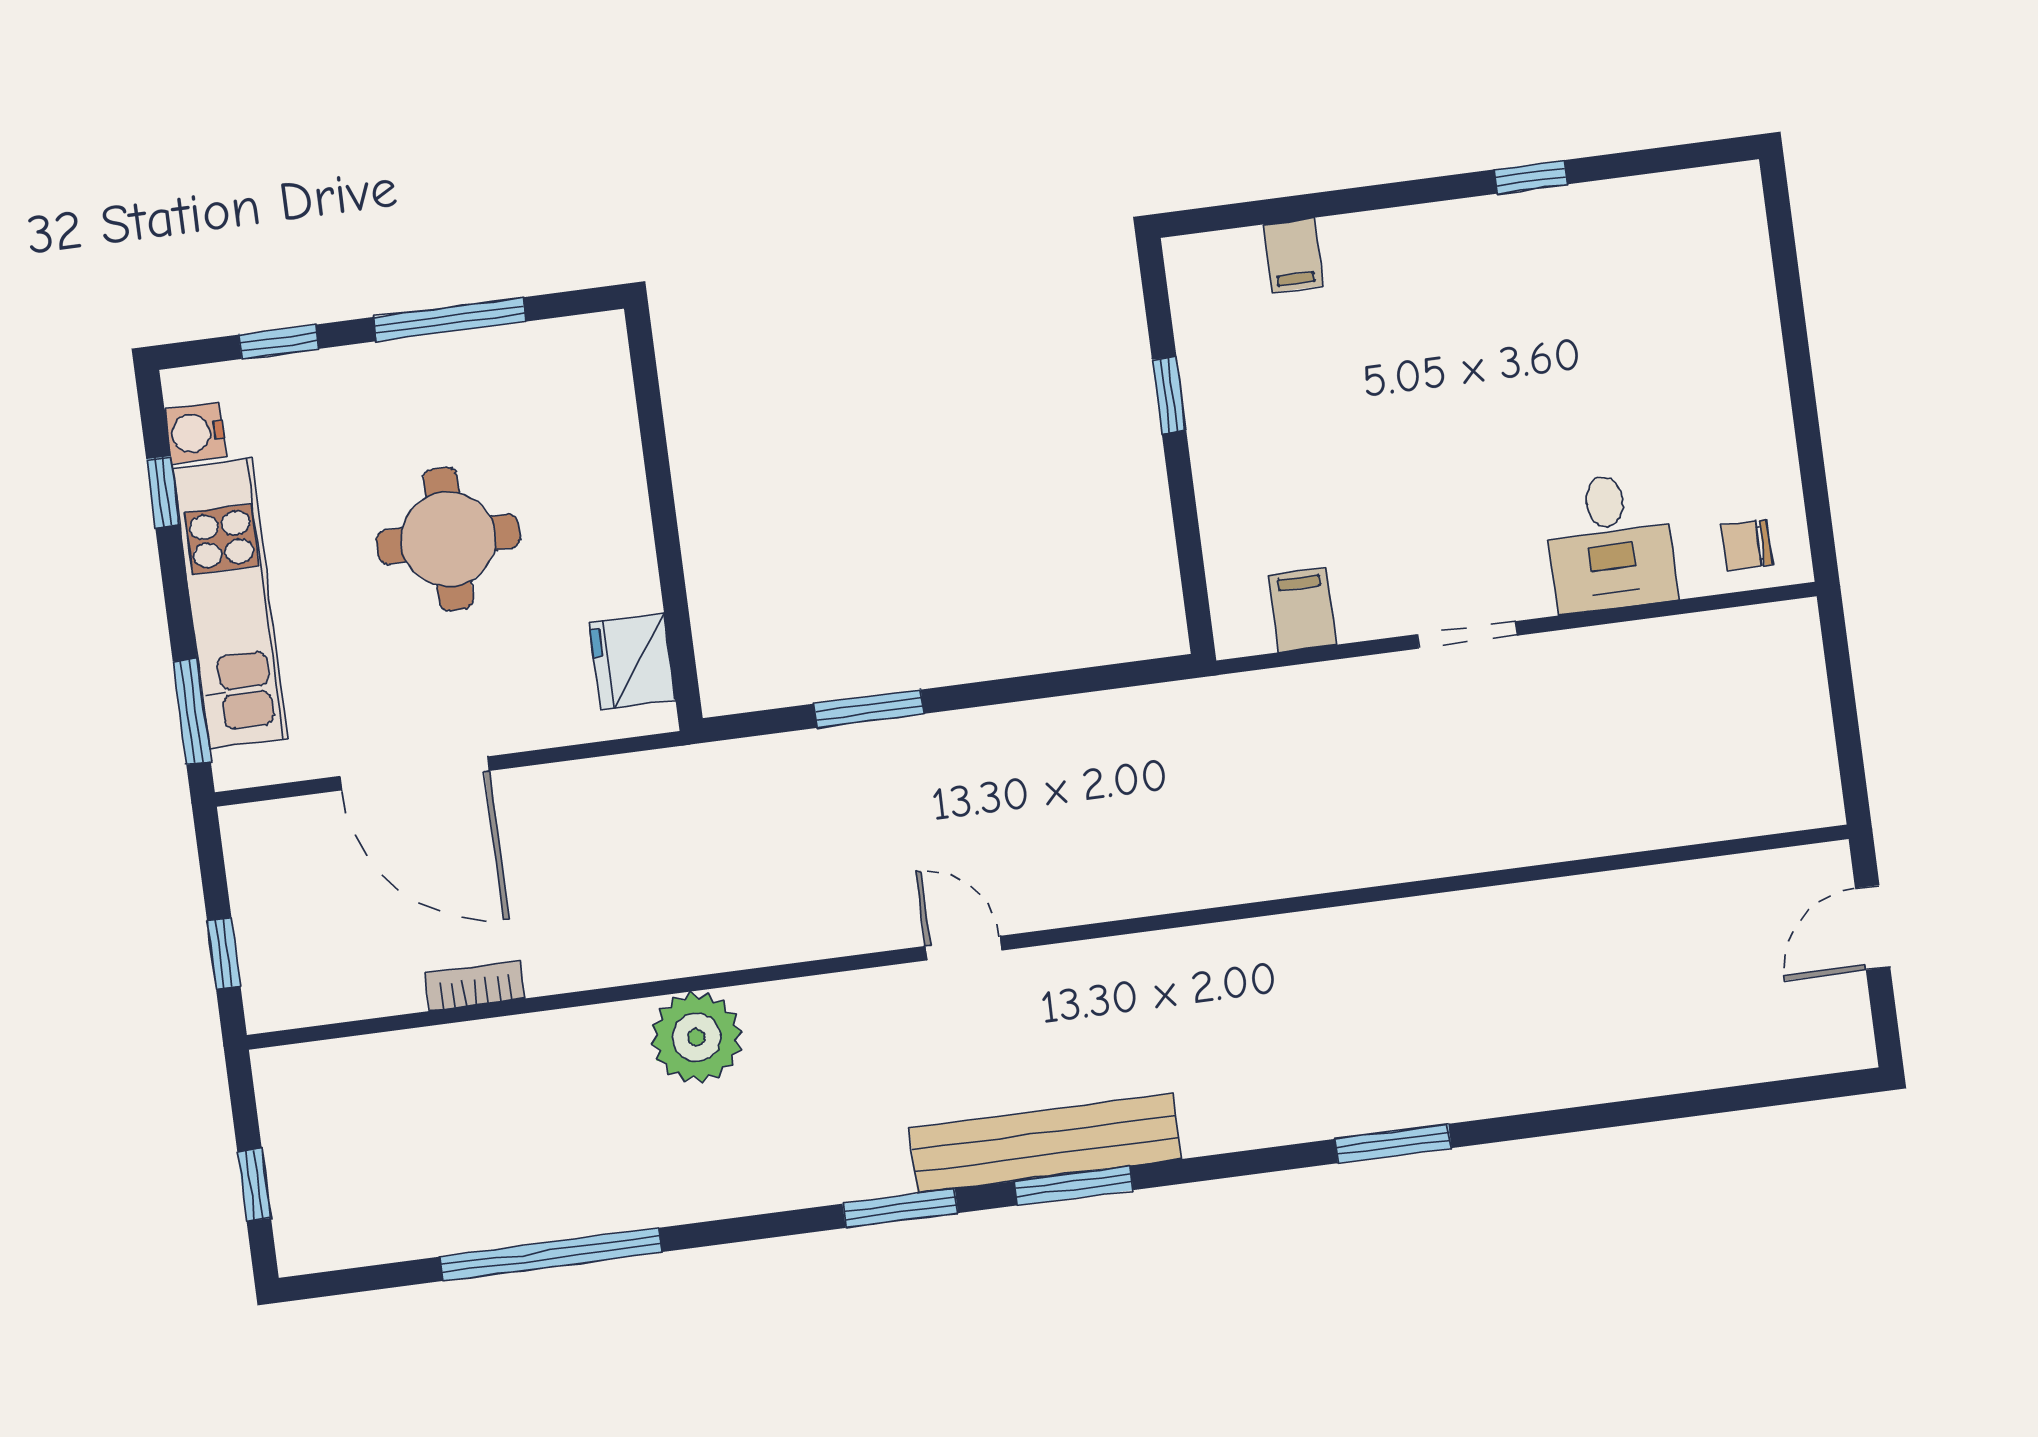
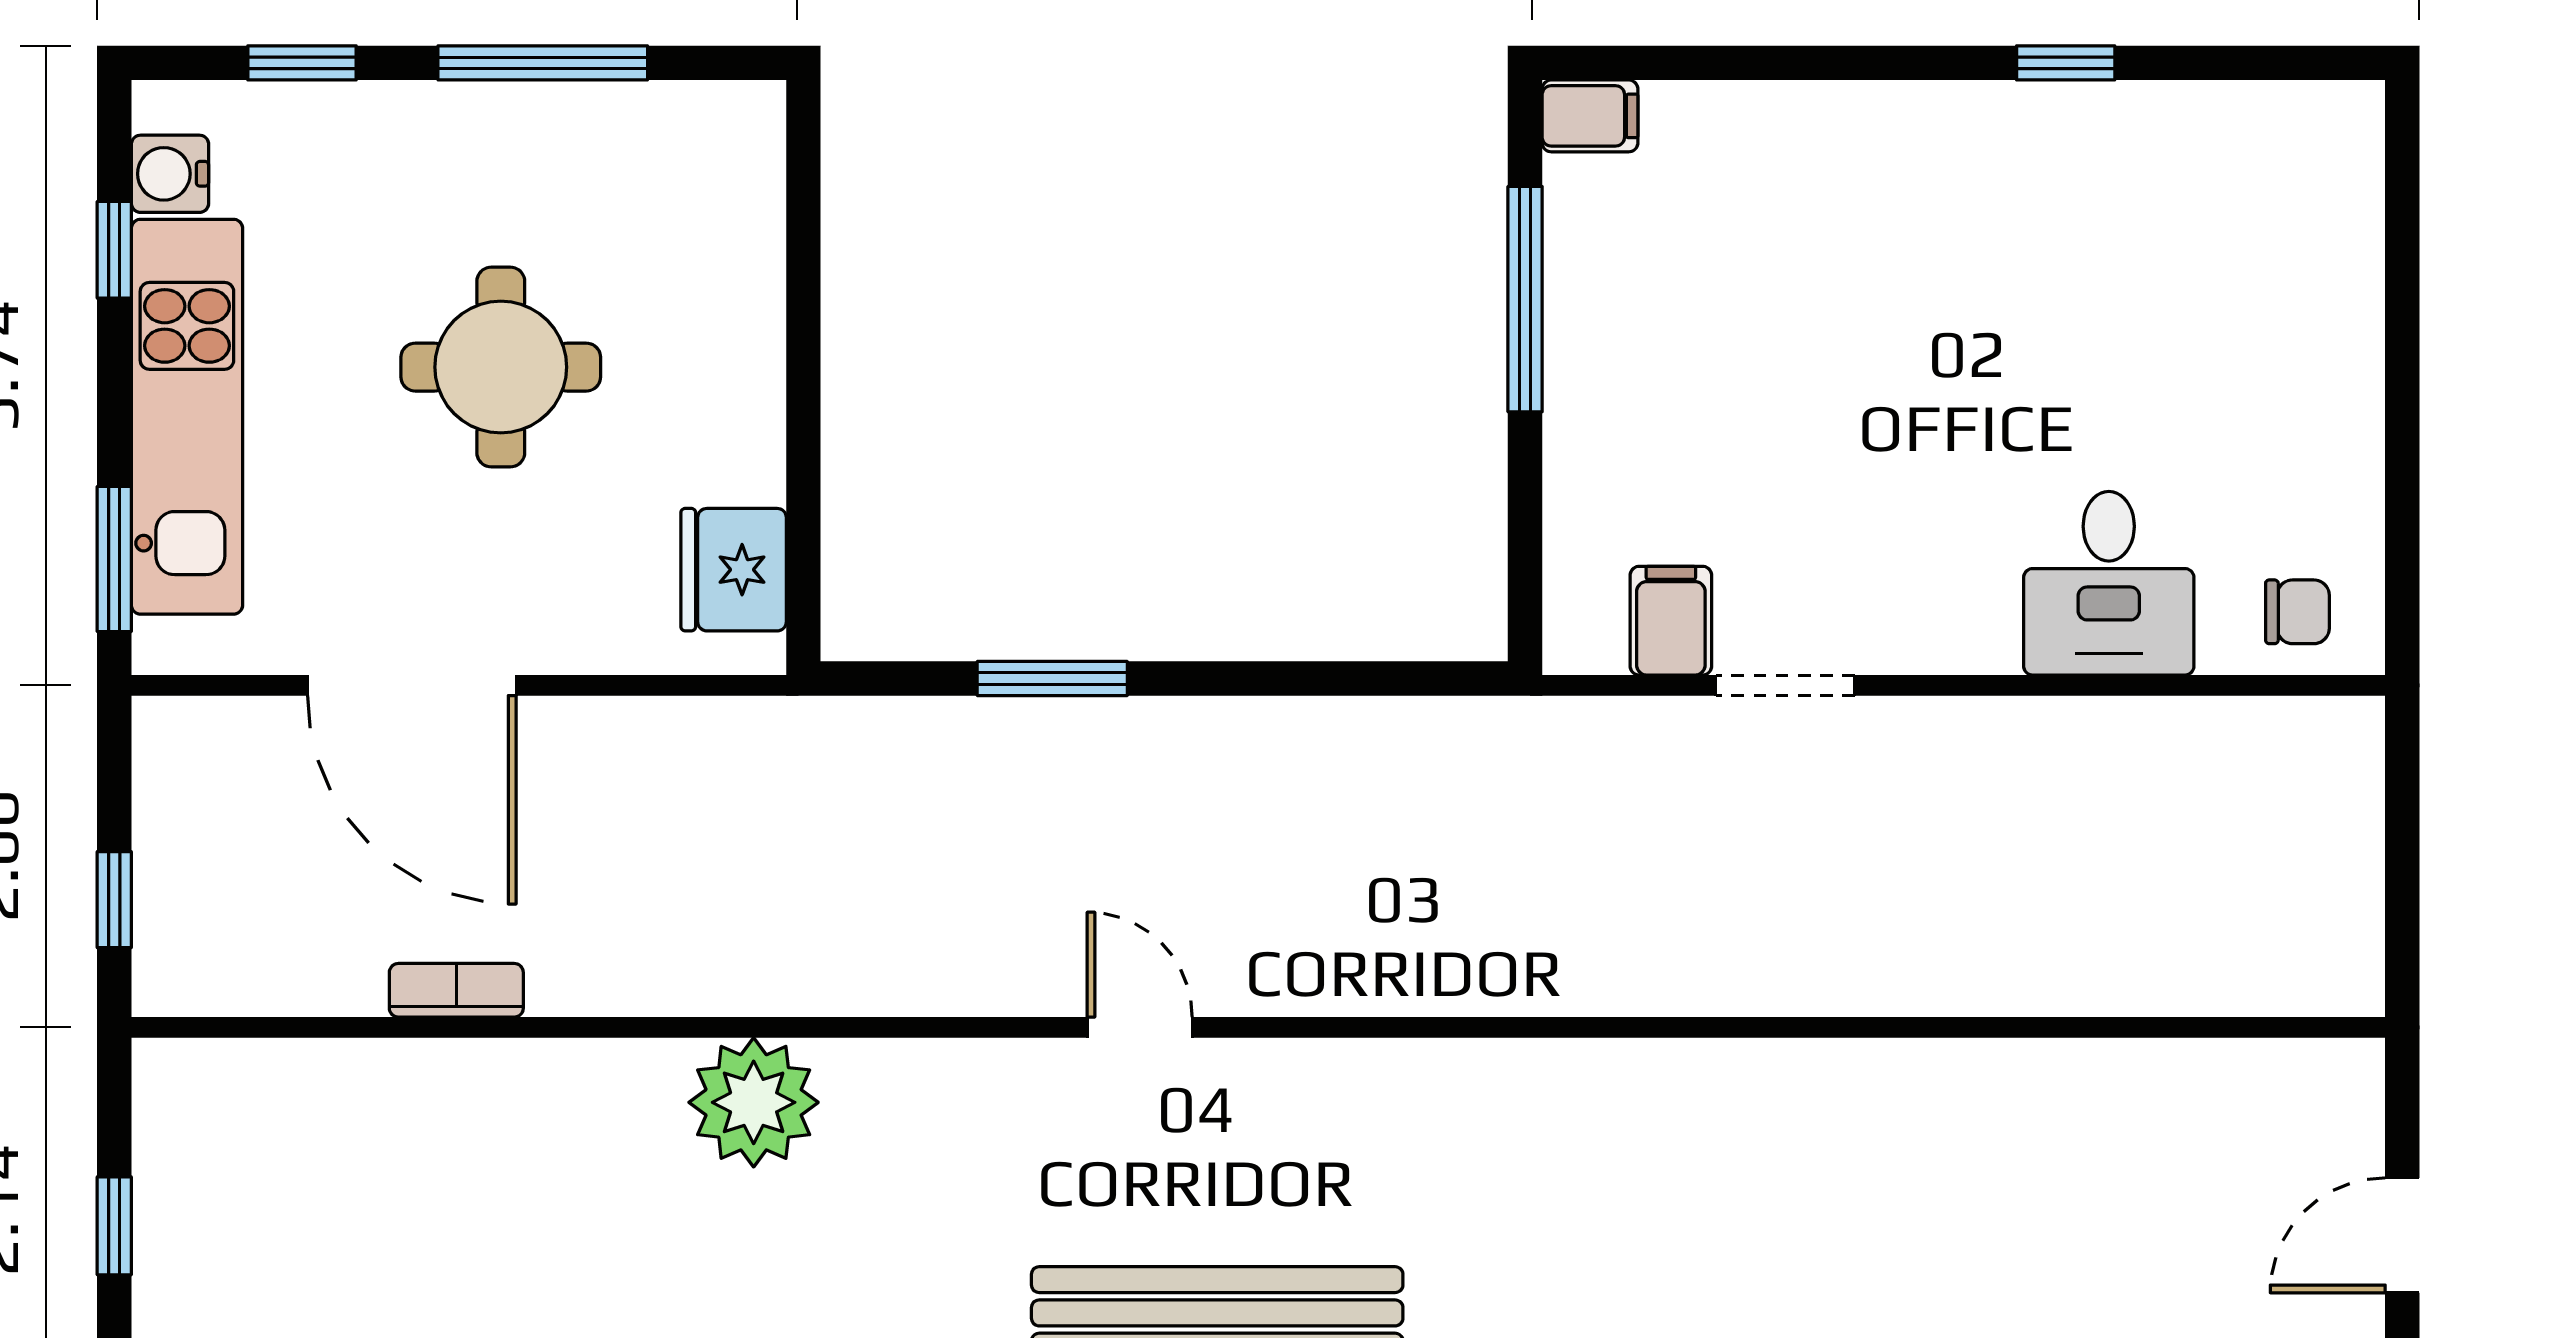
filing cabinet: (1293, 255) -> (1590, 116), moved, turned -90
window: (1169, 395) -> (1525, 299), width x2.17
chair: (1747, 545) -> (2297, 612), turned 180
doorway: (1467, 635) -> (1785, 685), moved
door: (1873, 928) -> (2402, 1235), moved

